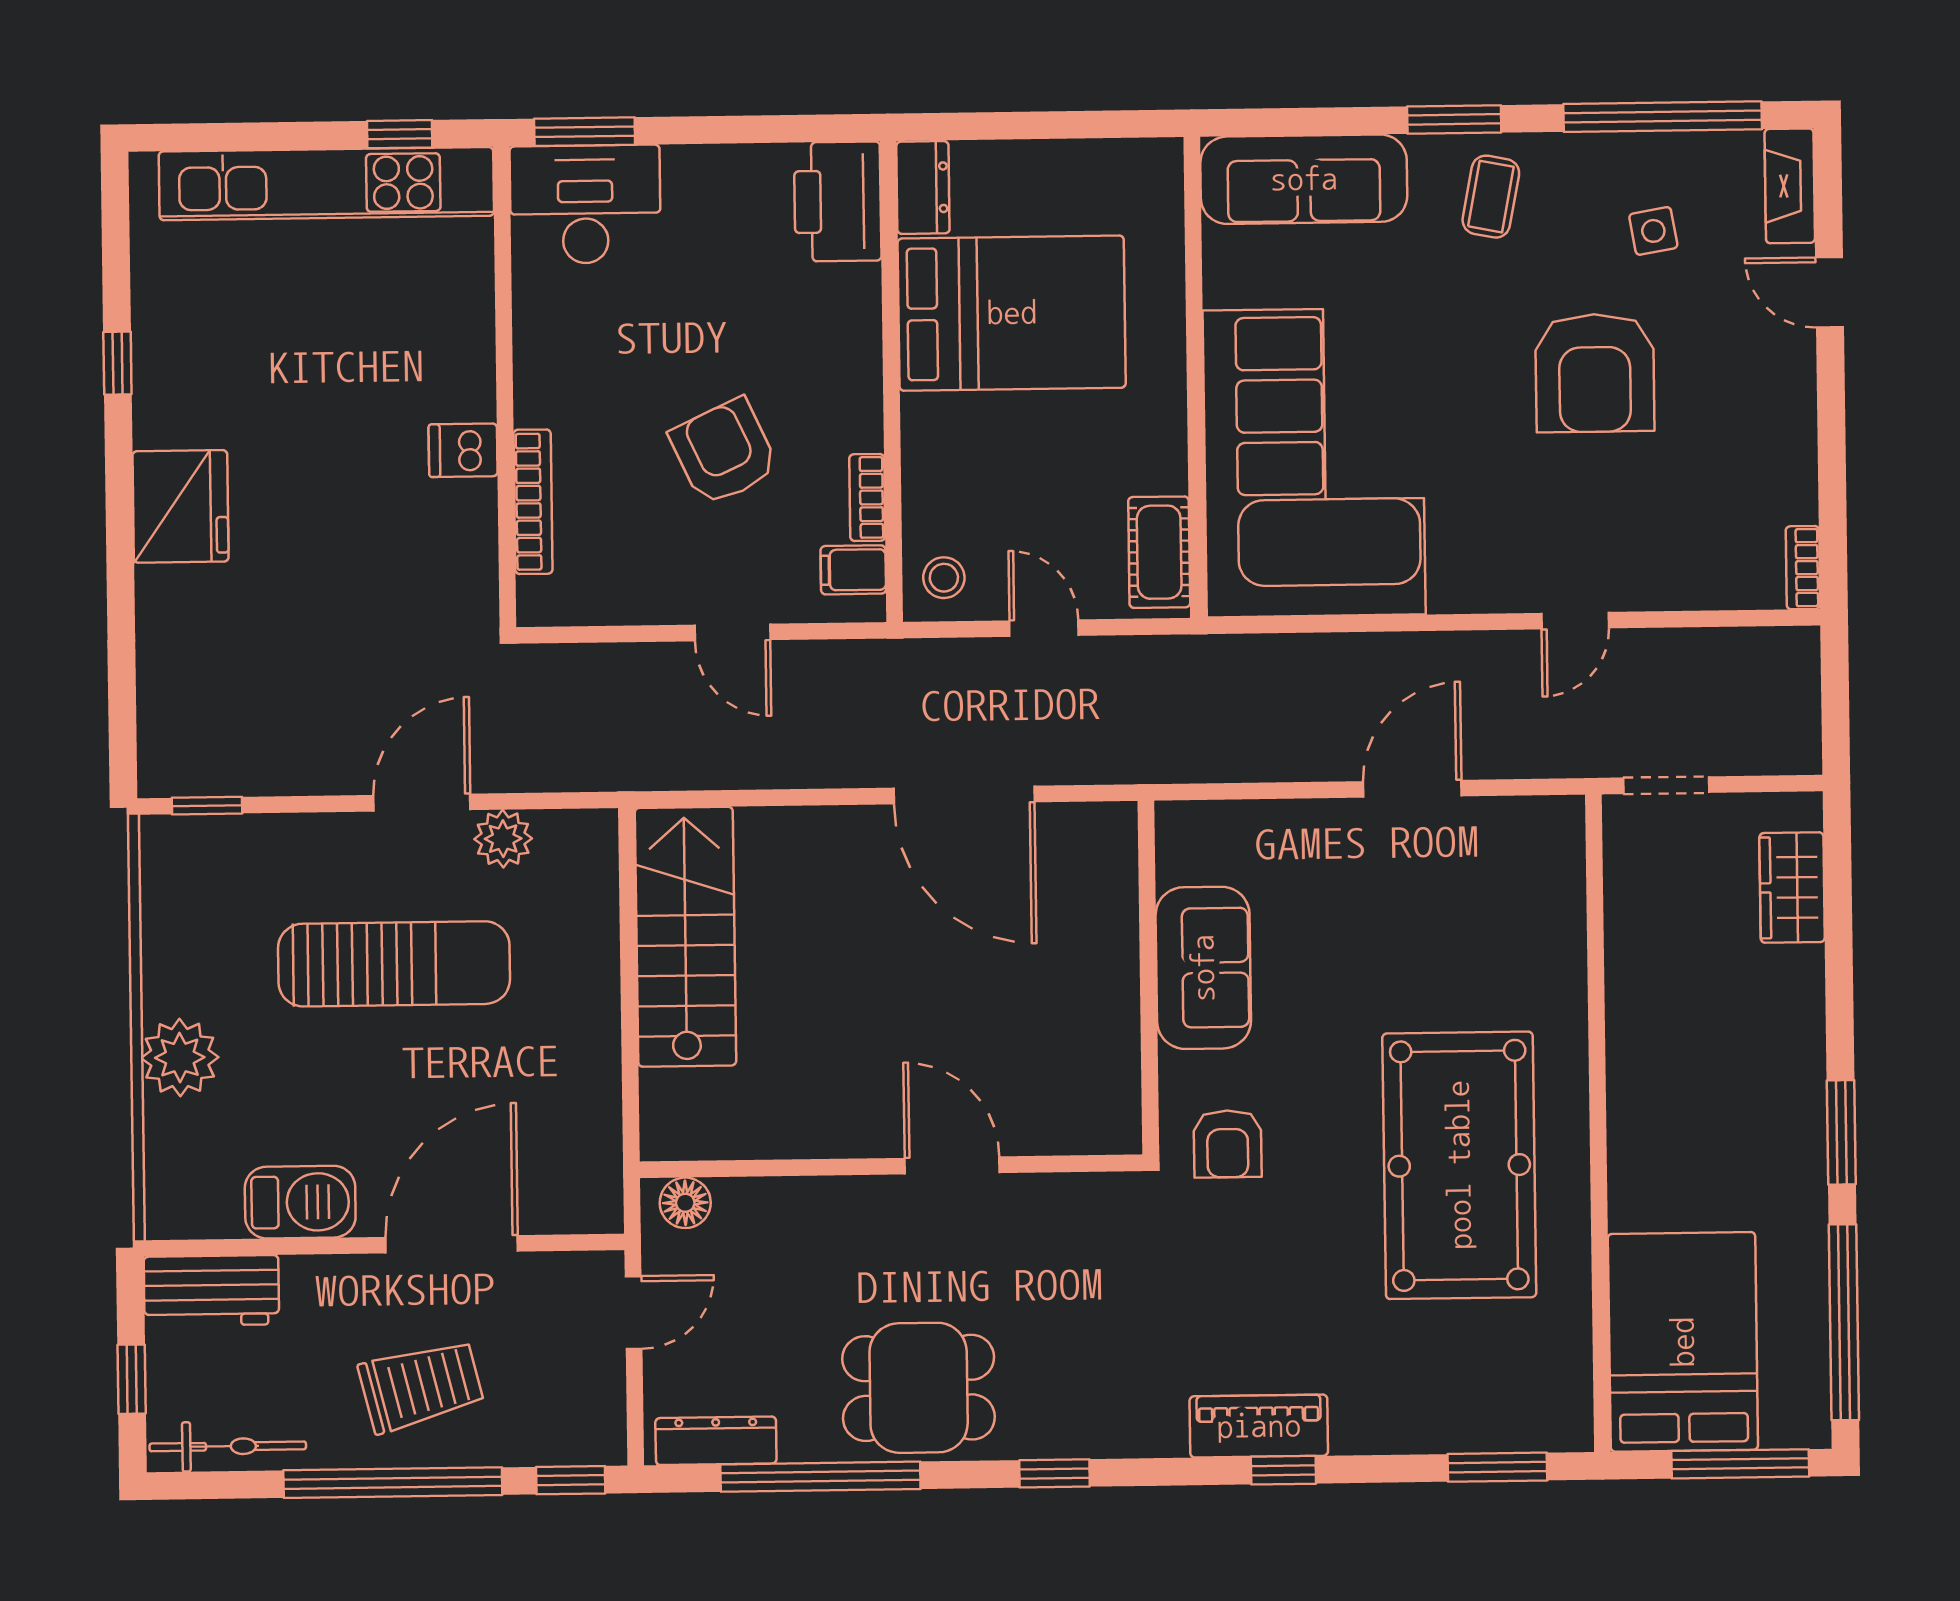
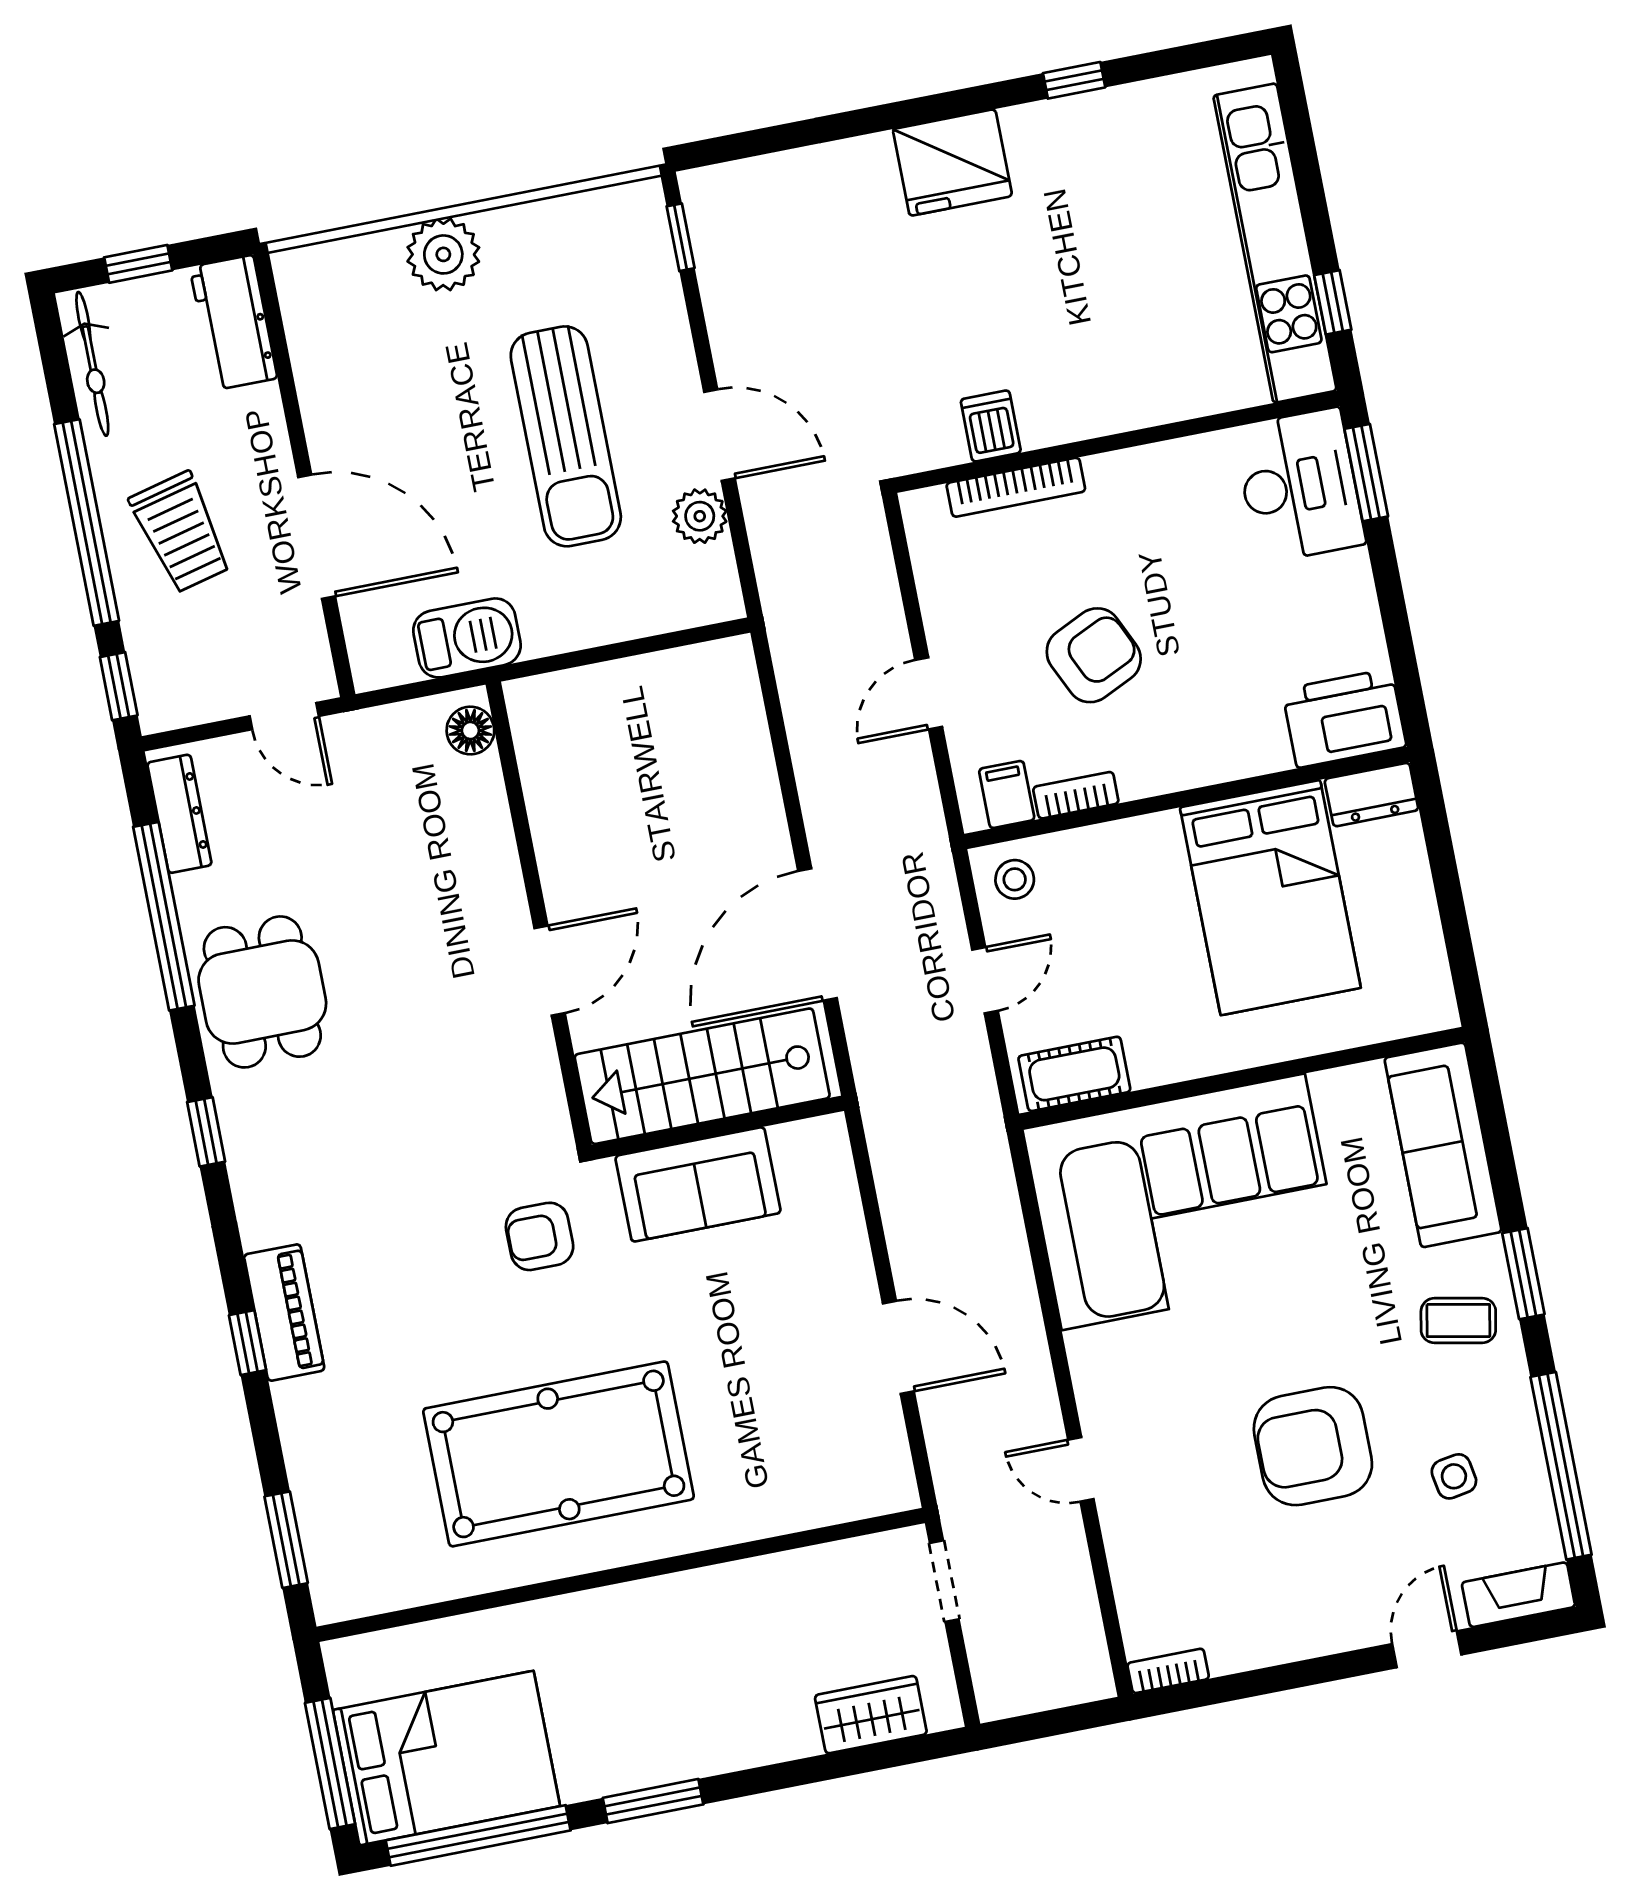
dishwasher: (463, 450) -> (991, 426), moved
stairs: (685, 937) -> (702, 1076), moved, turned 180
door: (952, 1165) -> (550, 971), moved
wall: (891, 1166) -> (539, 915), moved
barbecue: (300, 1202) -> (467, 638), moved, turned -90
floor lamp: (685, 1203) -> (470, 730), moved
bed: (1683, 1342) -> (446, 1758), moved

